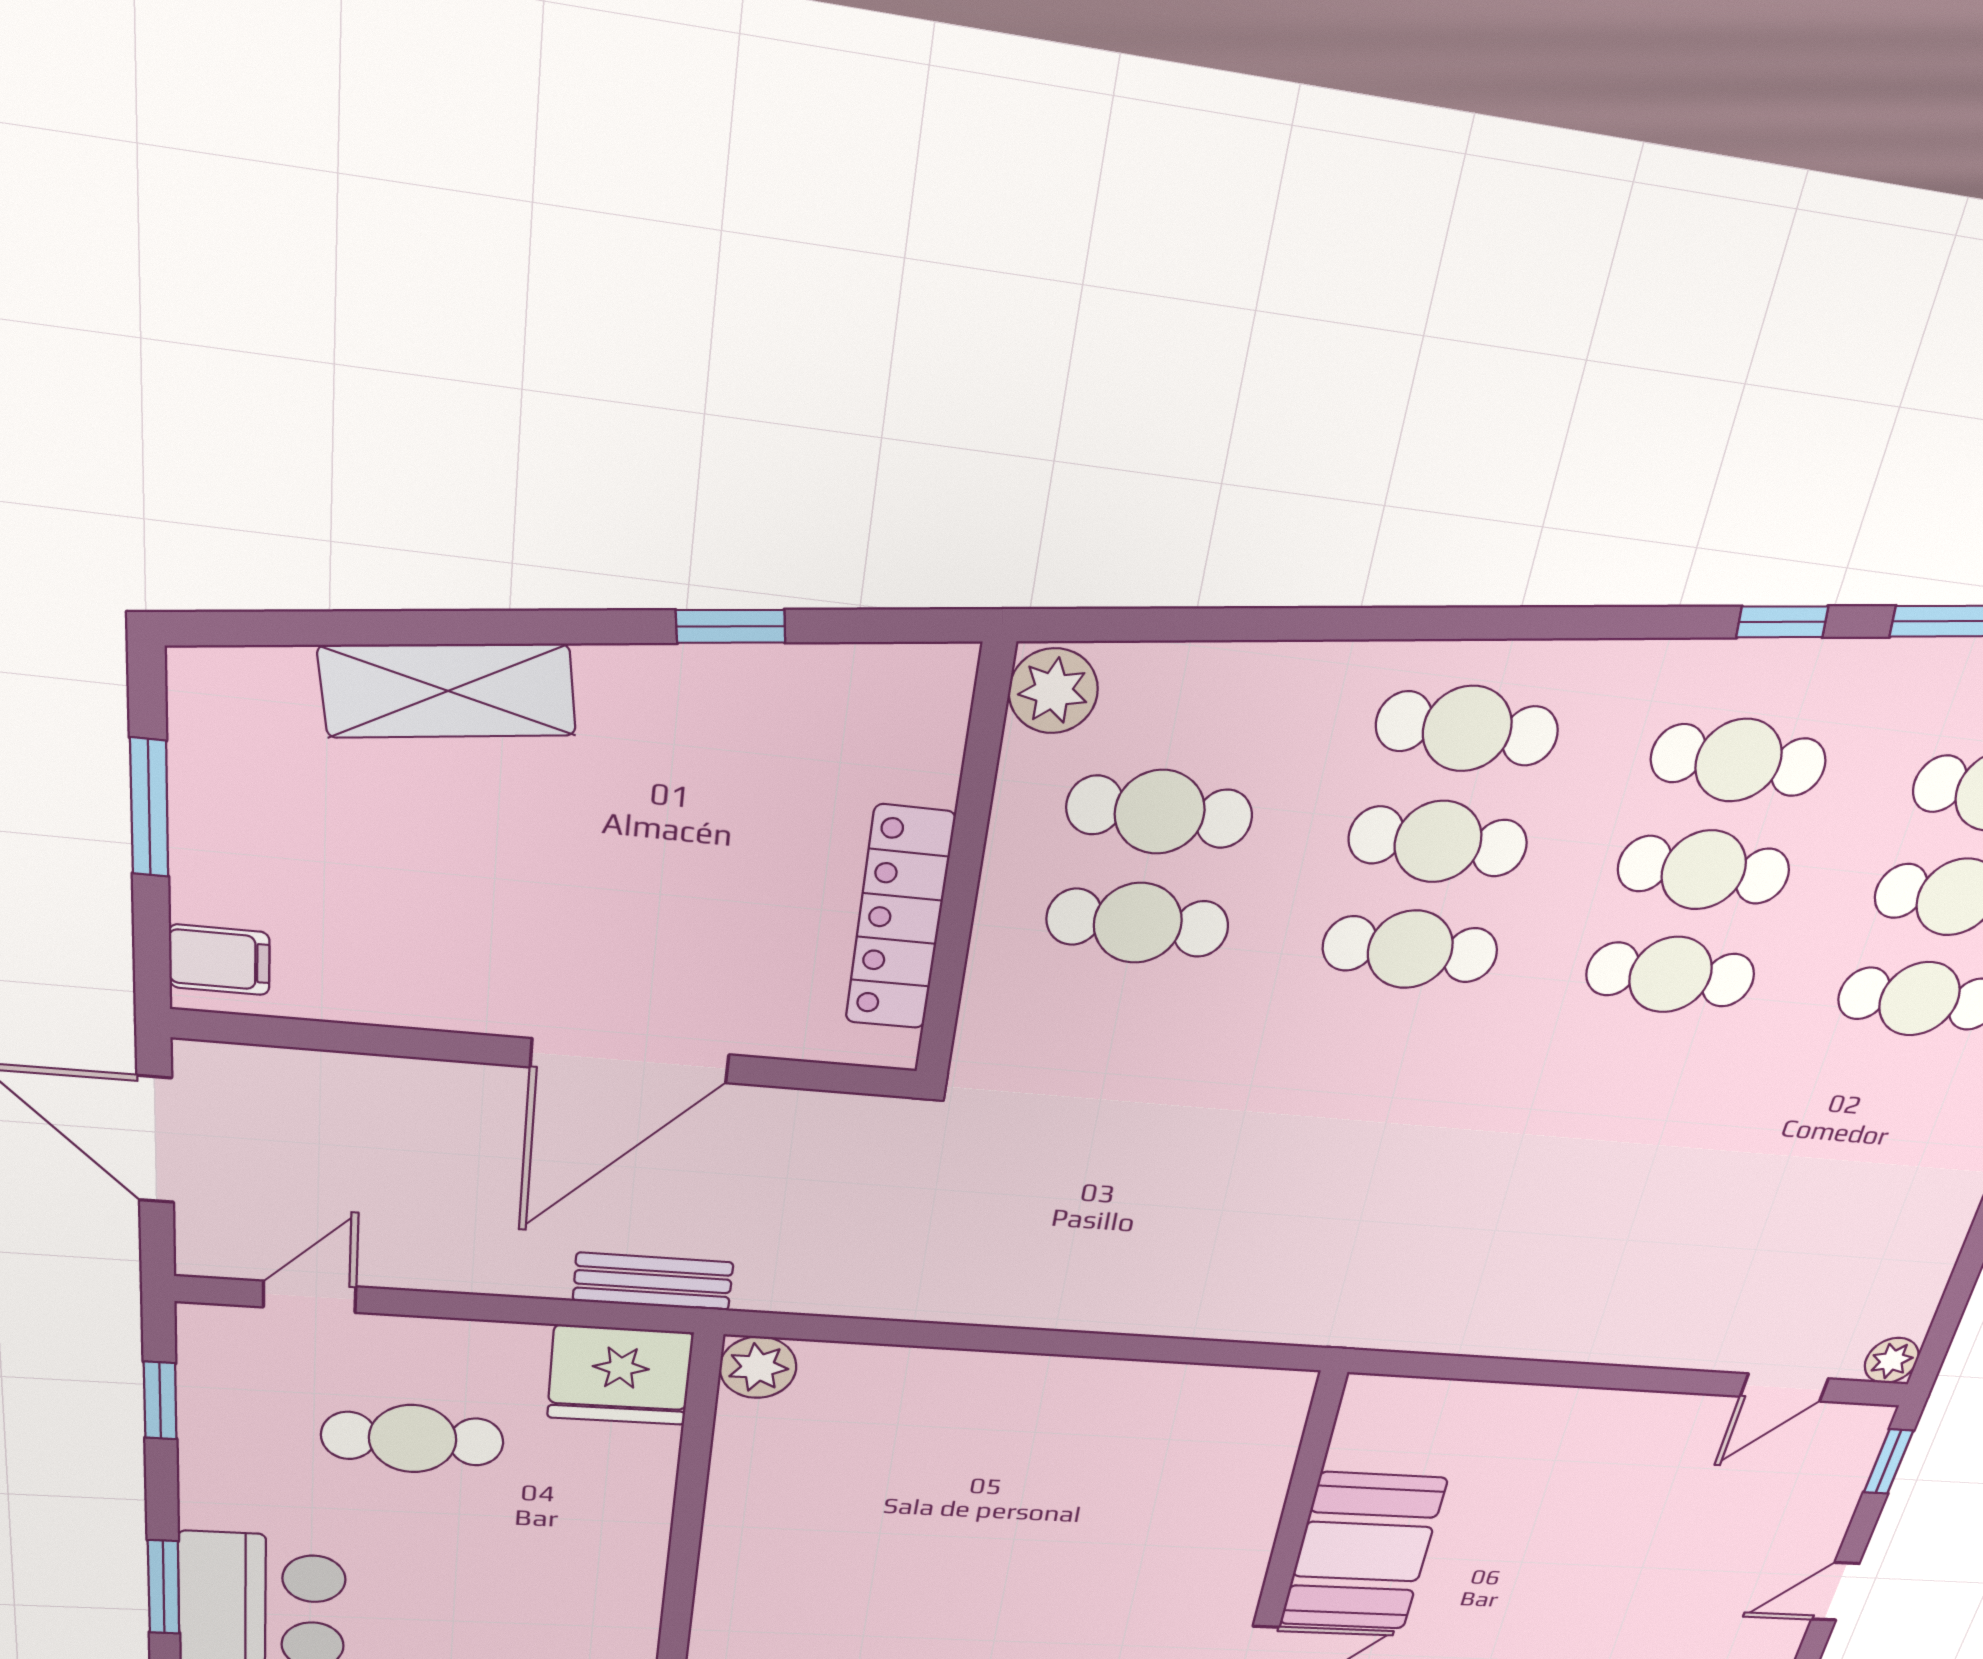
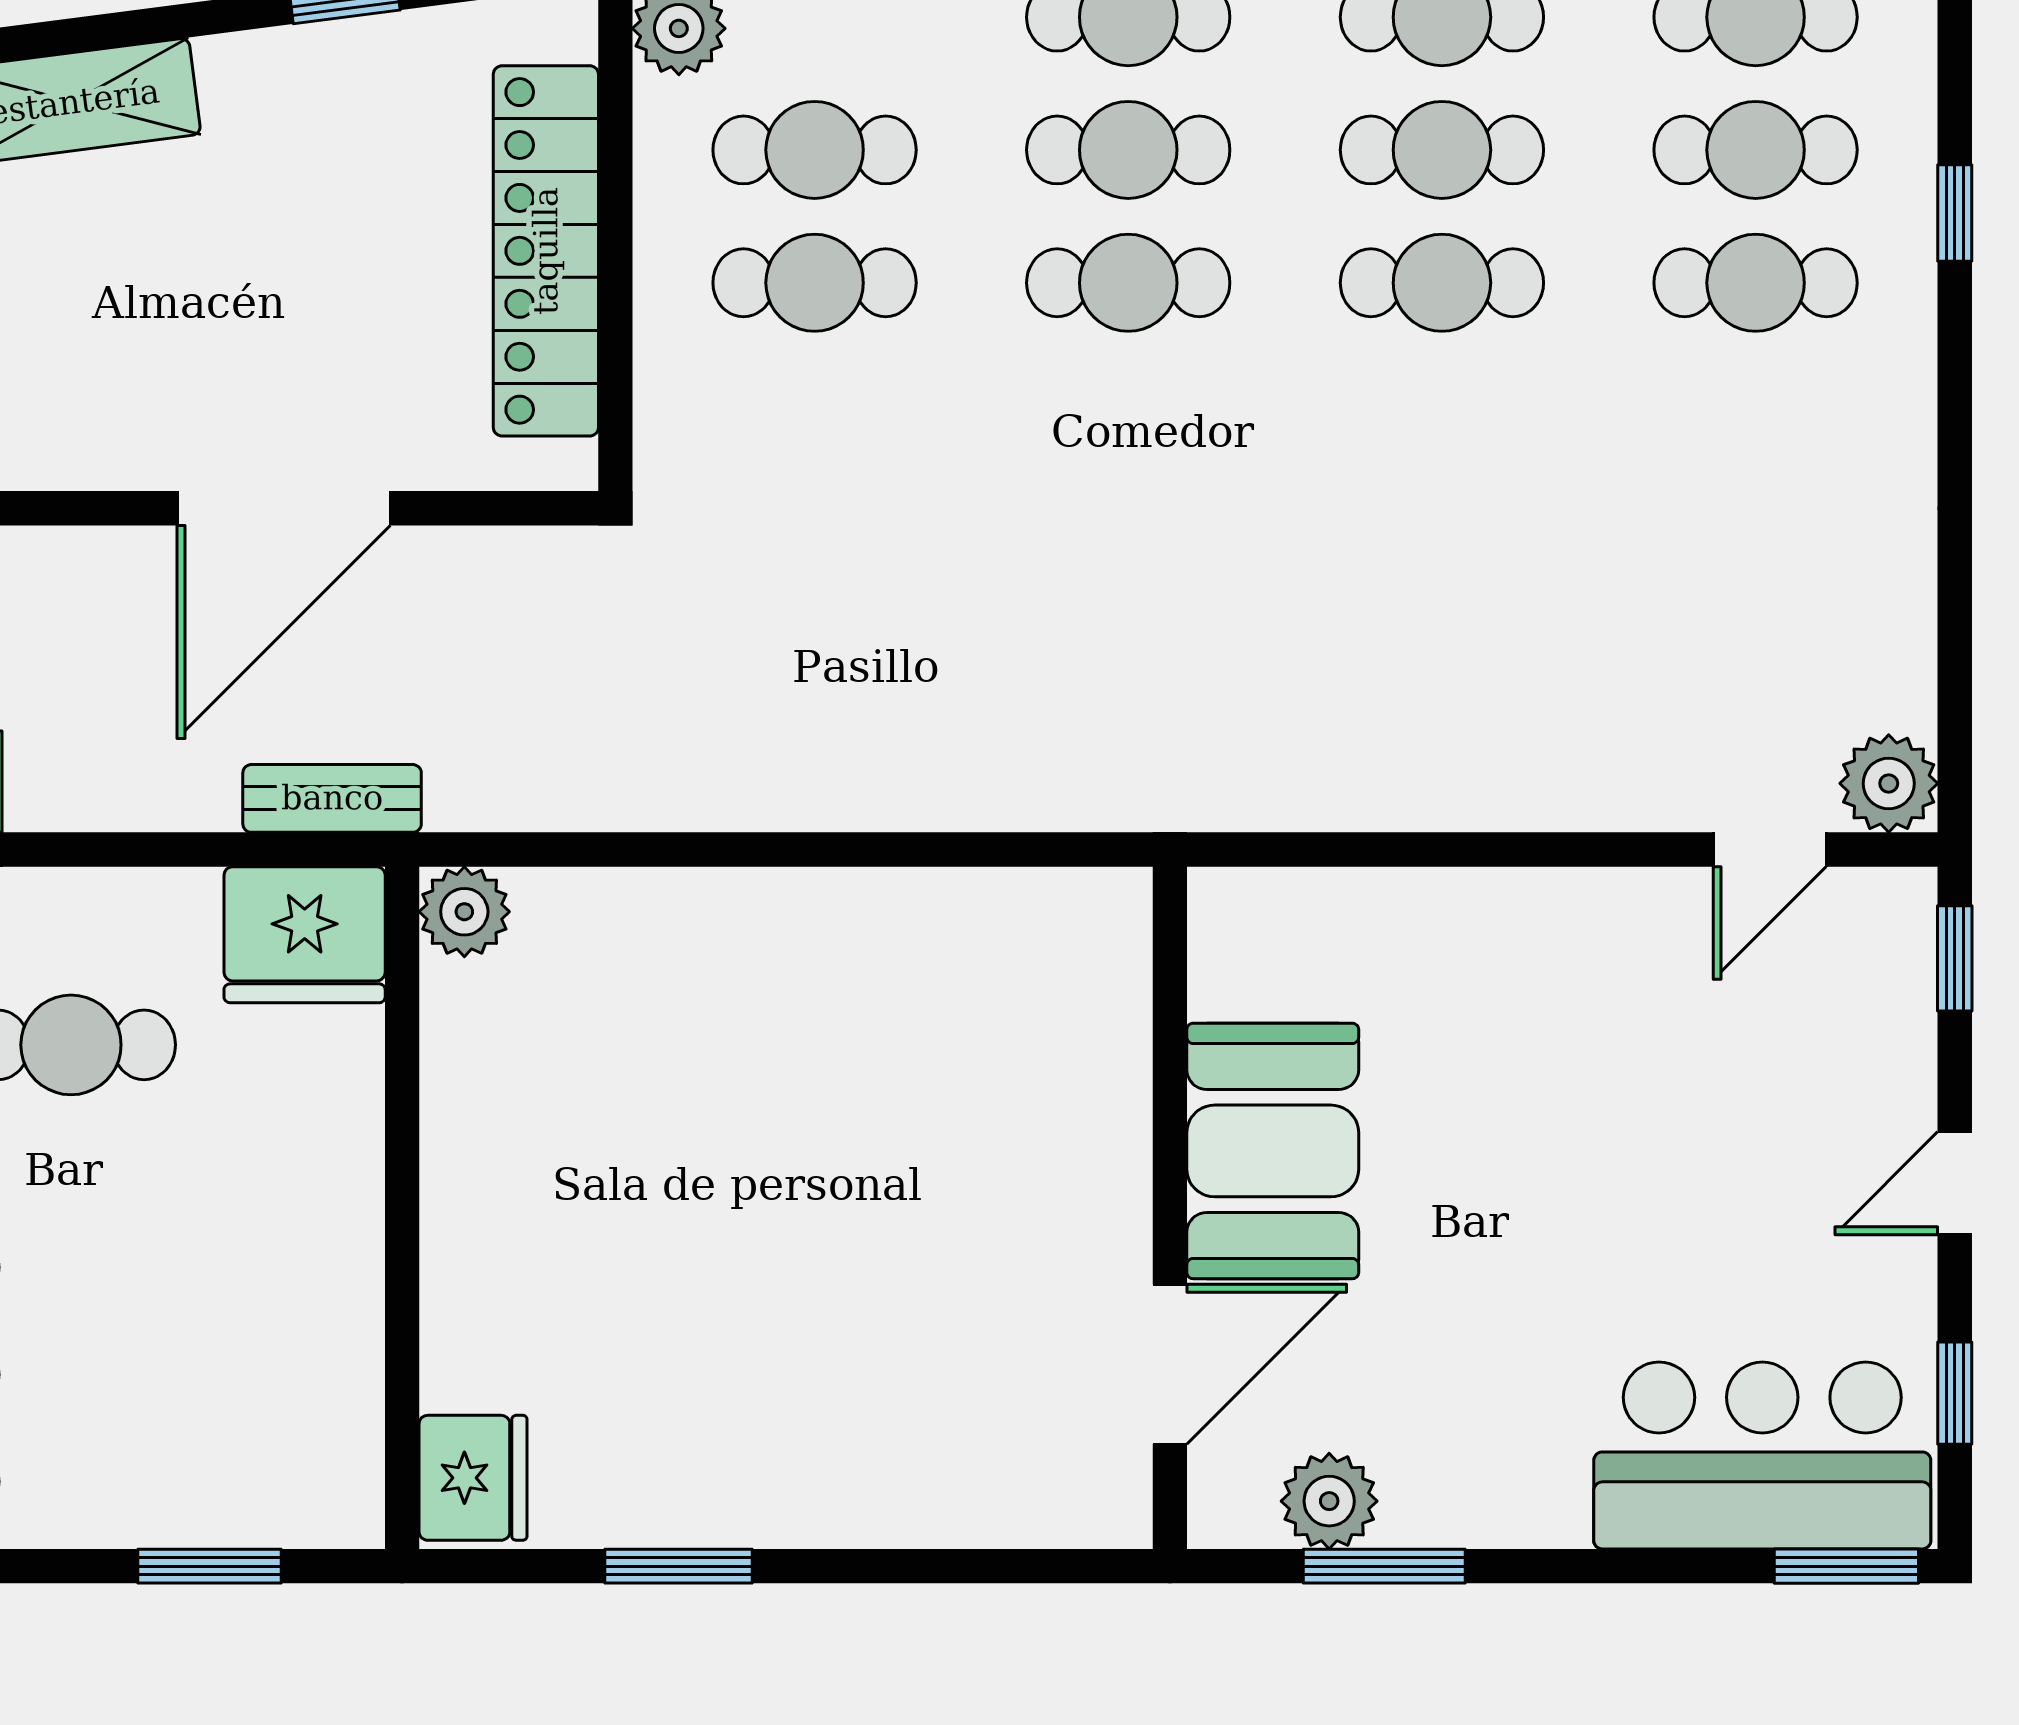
locker: (900, 919) -> (546, 251), width x1.41, depth x1.21
plant: (1892, 1360) -> (1889, 783), width x1.38, depth x1.38

